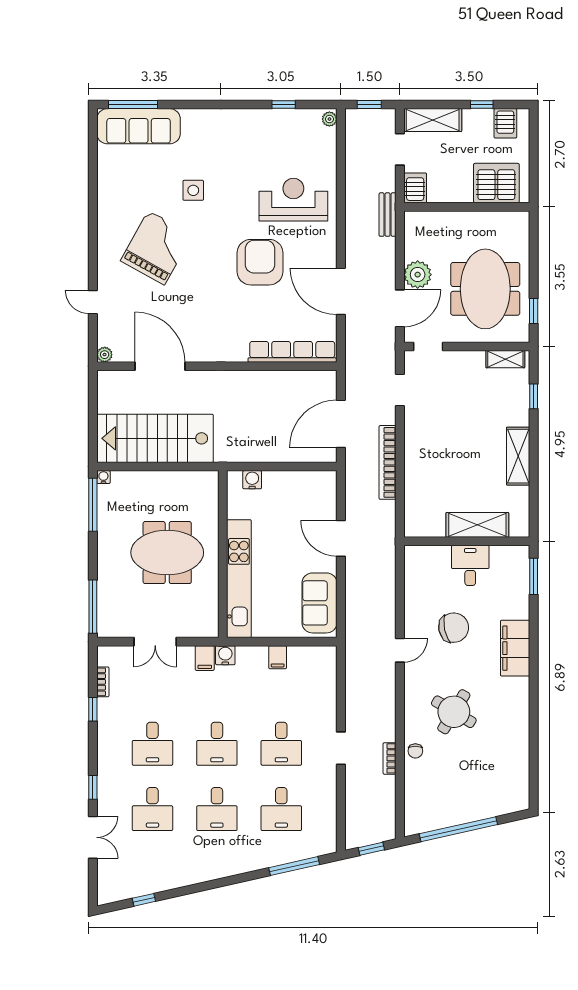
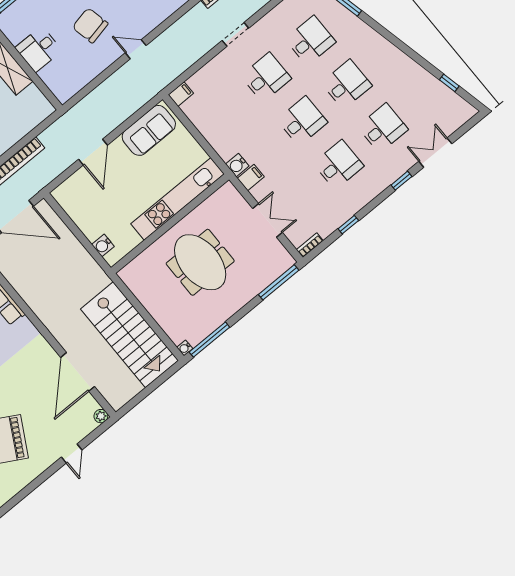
filing cabinet: (278, 657) -> (181, 94), moved
bookcase: (103, 682) -> (310, 245), moved

